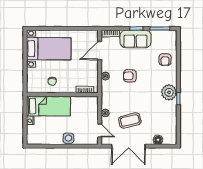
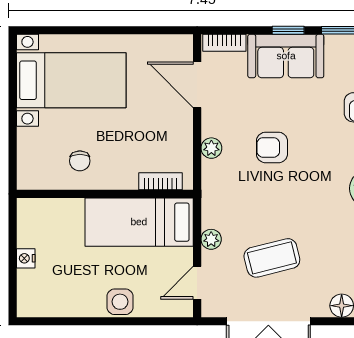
door: (100, 51) -> (197, 85), hinge flipped
bed: (48, 106) -> (139, 222), moved, turned 180
door: (100, 131) -> (197, 283), swing flipped

